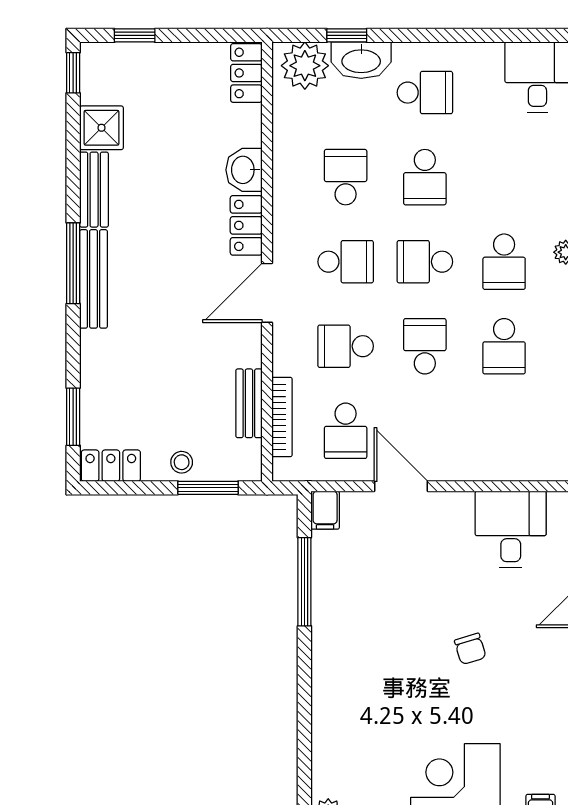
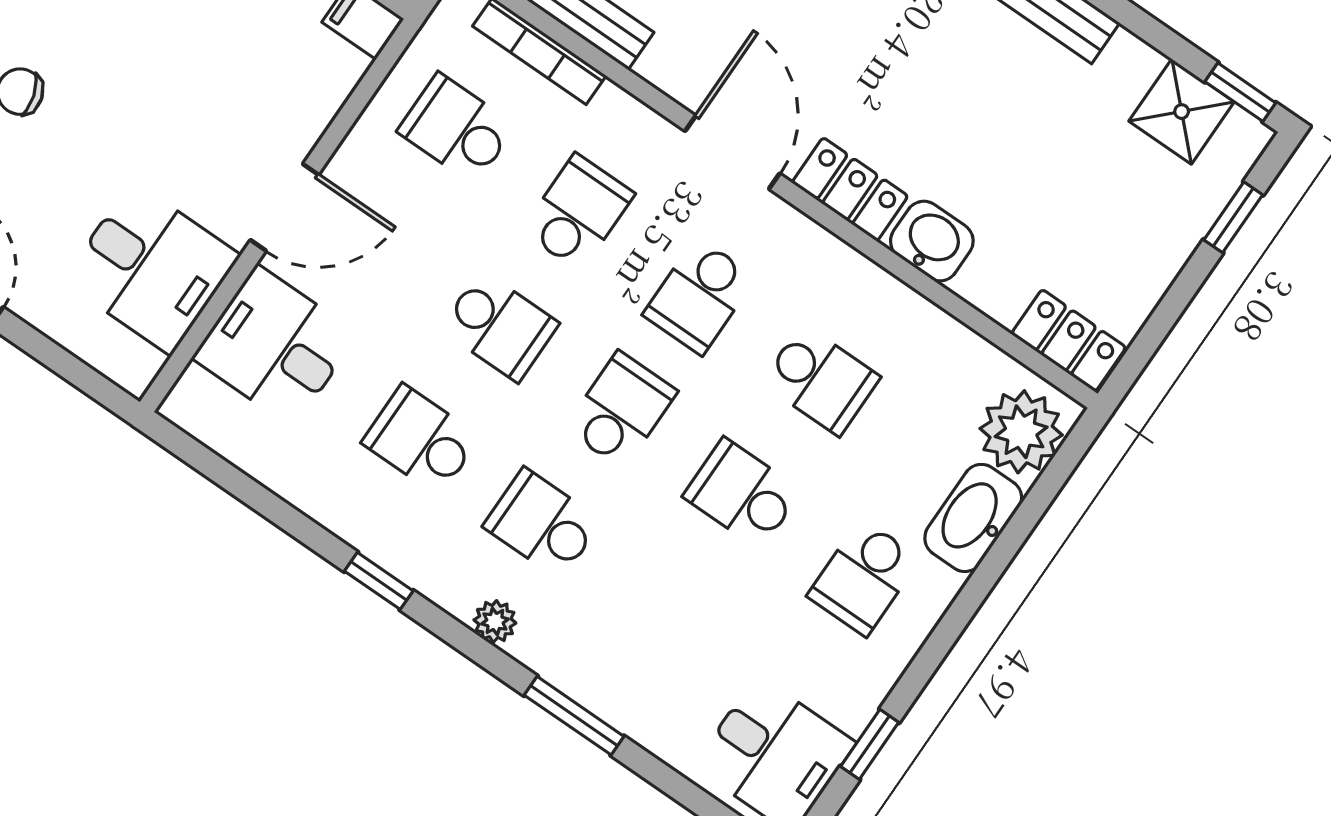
window: (347, 35) -> (870, 744), moved
shower: (101, 128) -> (1182, 112), moved
desk: (507, 446) -> (275, 346), added
door: (401, 486) -> (285, 207), moved

